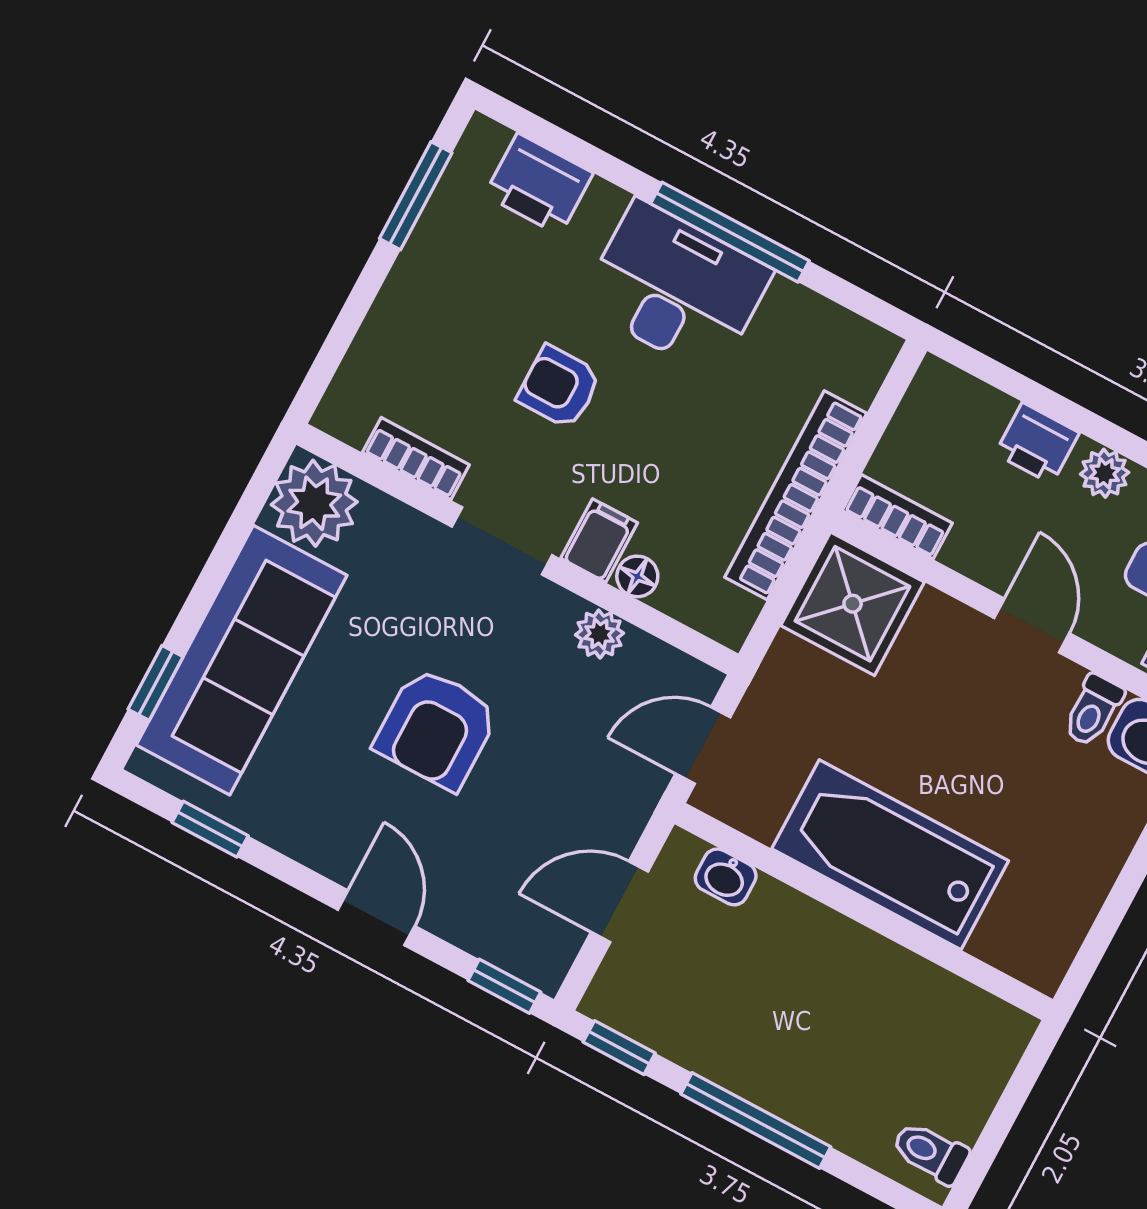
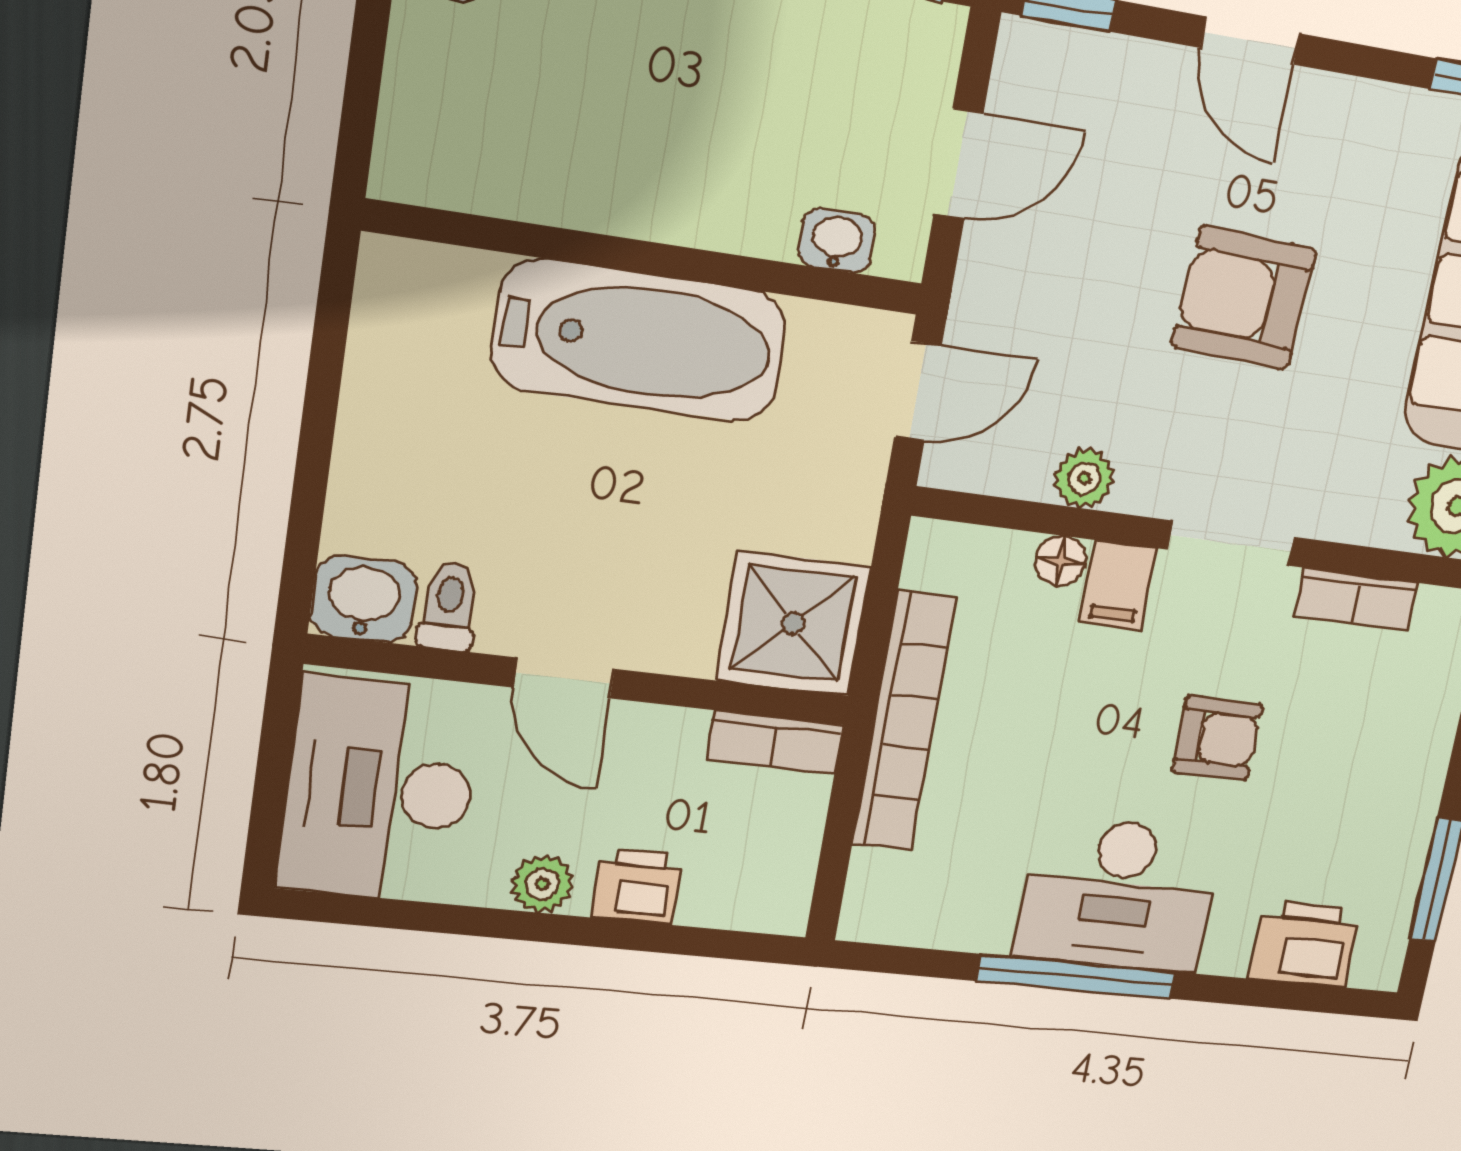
armchair: (436, 728) -> (1244, 298), turned -87

